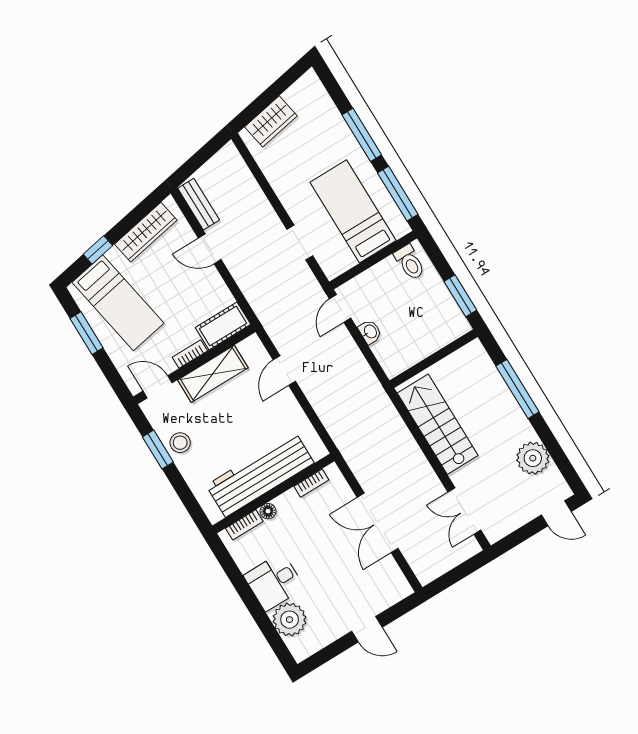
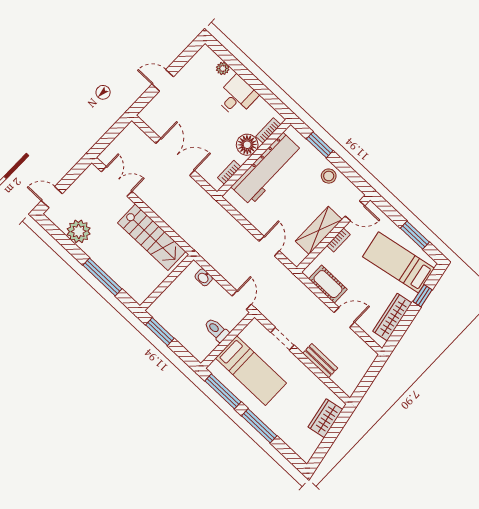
bench: (199, 204) -> (320, 361), moved
toilet: (410, 262) -> (216, 330), moved
cot: (223, 326) -> (328, 284), moved, turned 90
washbasin: (370, 332) -> (204, 277), moved
window: (158, 450) -> (320, 145), moved
floor lamp: (268, 511) -> (247, 145), width x1.89, depth x1.89
plant: (290, 620) -> (223, 68), width x0.53, depth x0.53

